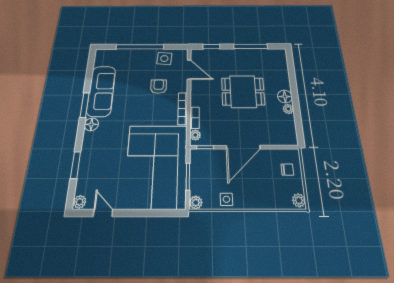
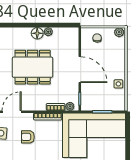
dining table: (243, 91) -> (33, 67), width x1.38
plant: (196, 203) -> (121, 106), removed

